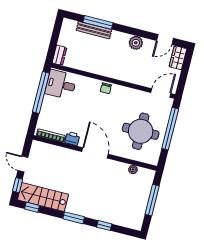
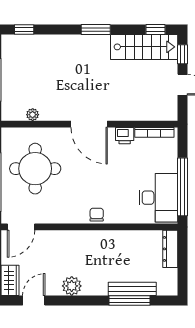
dresser: (59, 55) -> (170, 249), width x1.44
desk: (61, 85) -> (158, 198), width x1.37
window: (104, 226) -> (24, 29), moved

